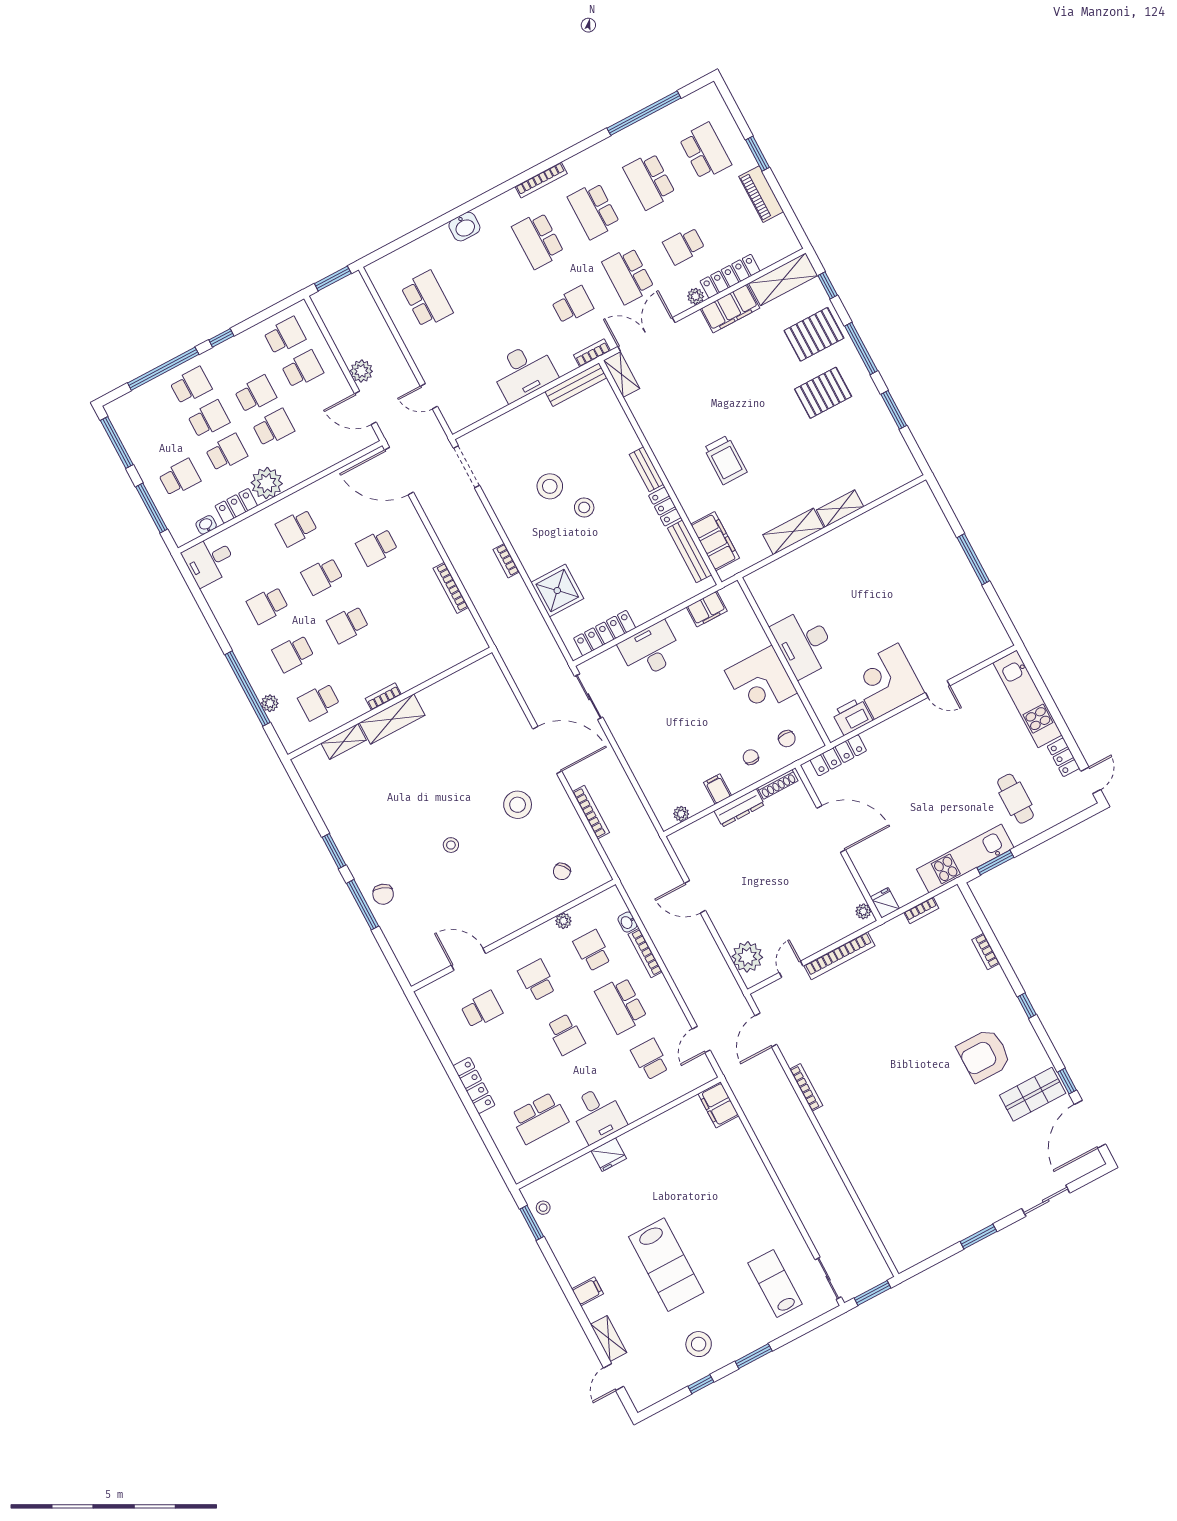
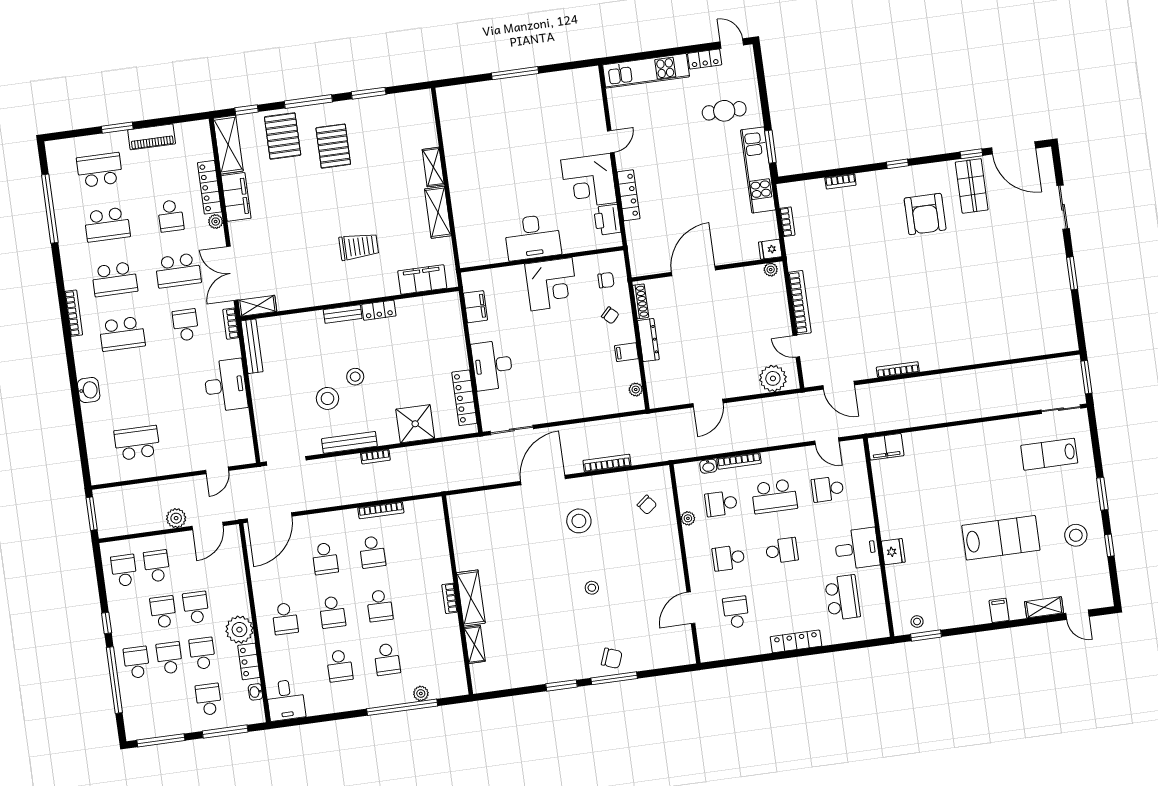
bench: (690, 551) -> (349, 442), moved
school desk: (319, 702) -> (372, 552), moved
locker: (838, 755) -> (629, 195), moved
chair: (751, 757) -> (610, 315), turned -140

